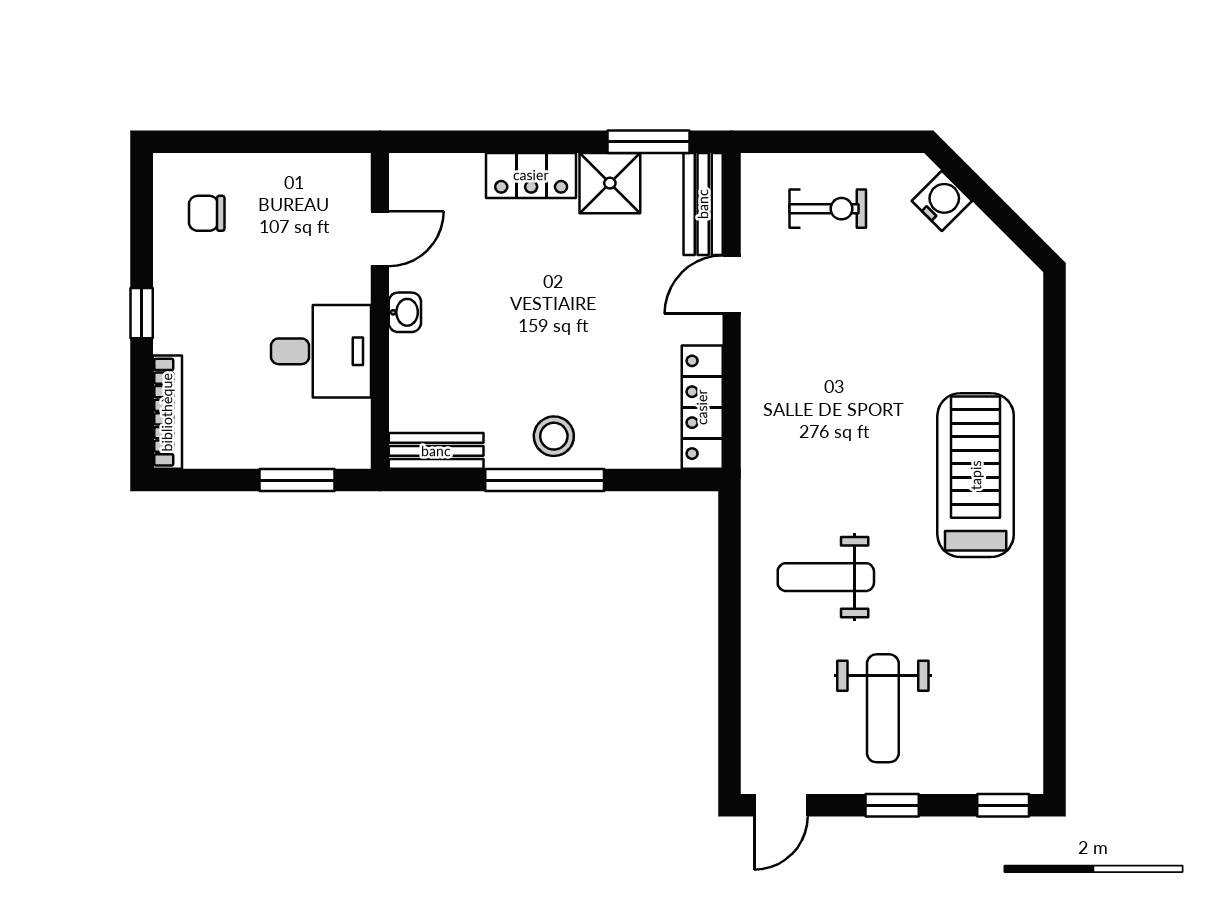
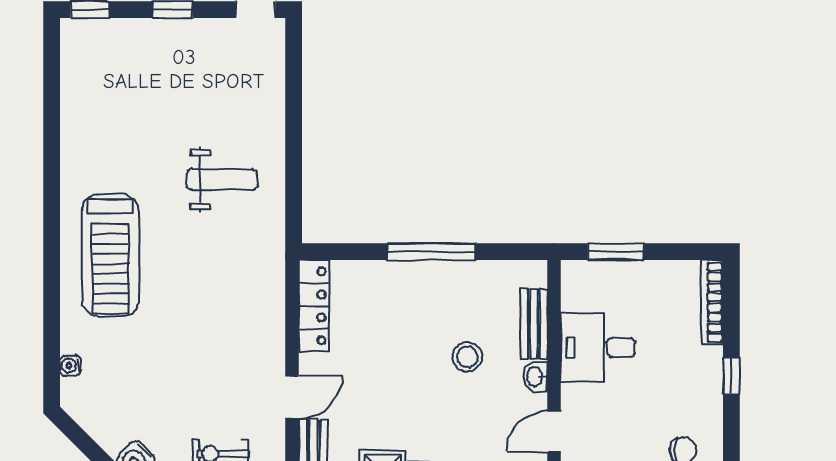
water cooler: (1029, 327) -> (70, 366), added
stool: (554, 436) -> (467, 357), moved
bench: (436, 451) -> (534, 324), moved, turned 90
weight bench: (883, 708) -> (179, 82), removed

